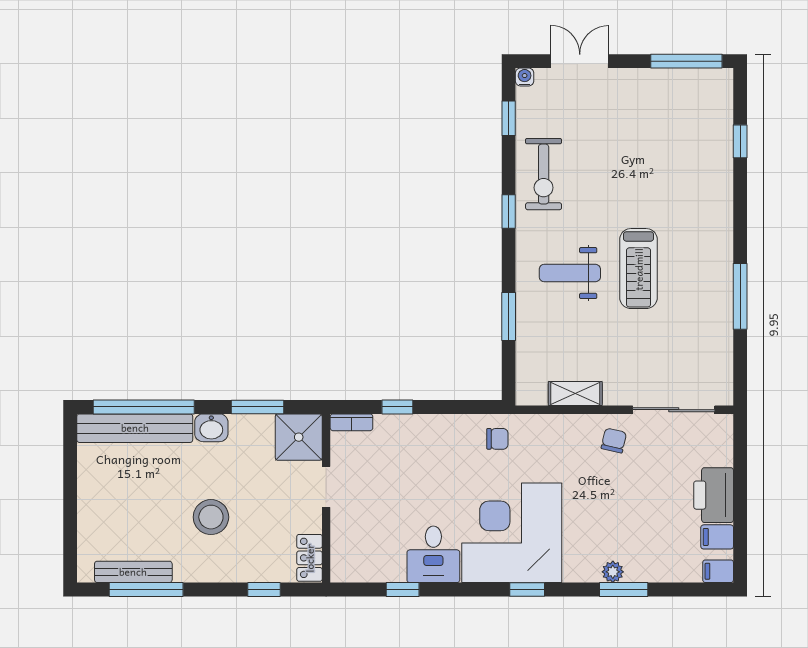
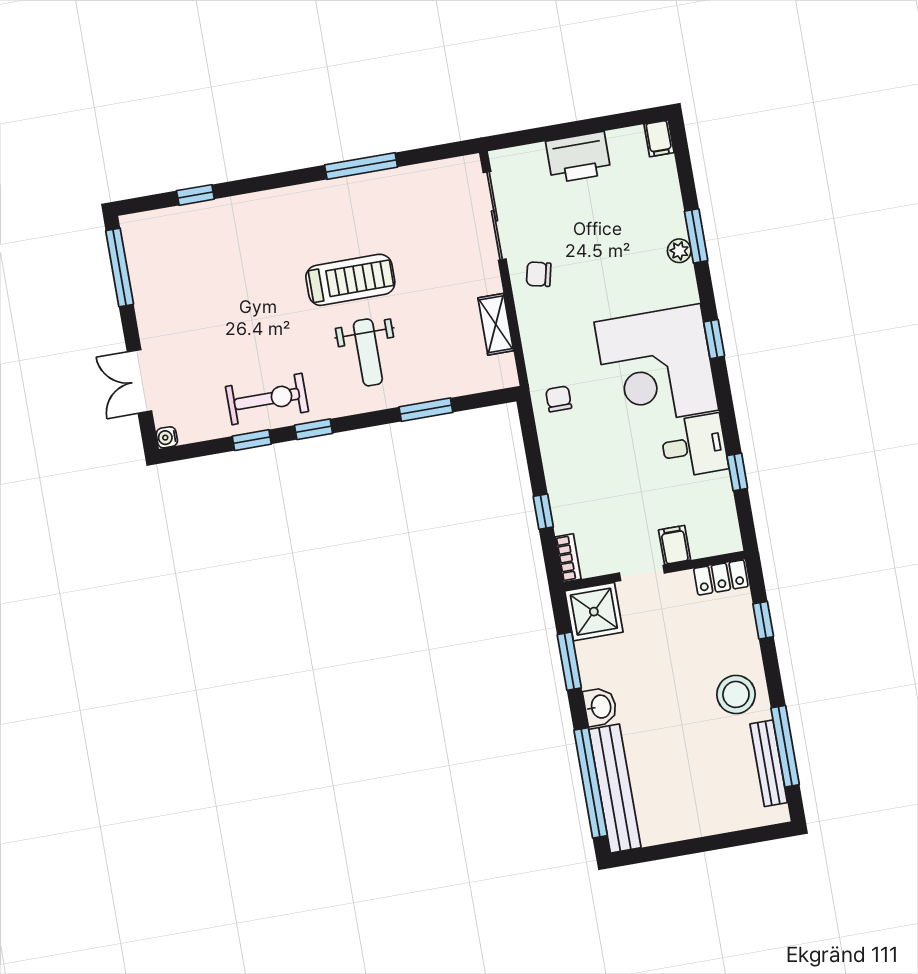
window: (509, 118) -> (252, 440), moved
stool: (211, 517) -> (736, 694), moved
filing cabinet: (717, 537) -> (675, 545), moved, turned 180

